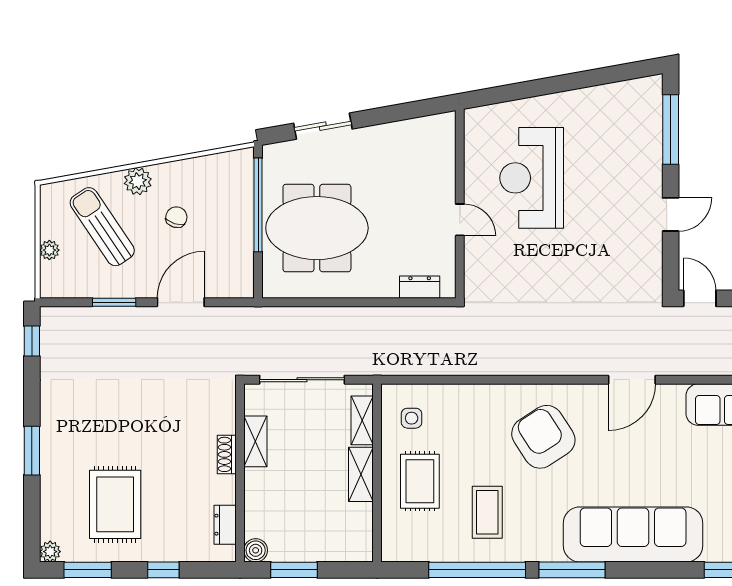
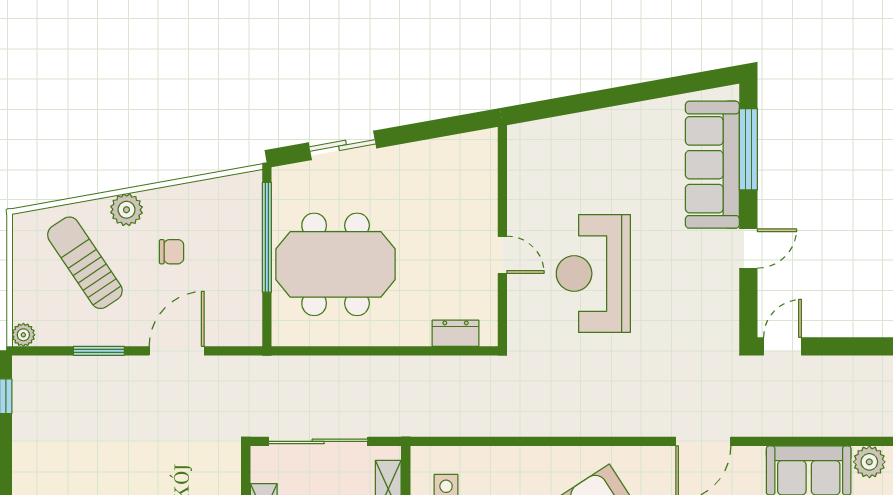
sofa: (640, 143) -> (712, 165), added
reception desk: (532, 178) -> (593, 274), moved
chair: (176, 217) -> (172, 252), turned 73
plant: (49, 250) -> (23, 335), moved
door: (700, 298) -> (783, 346), hinge flipped

